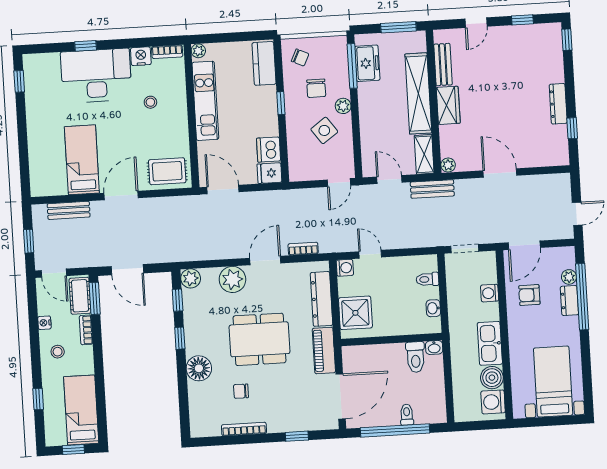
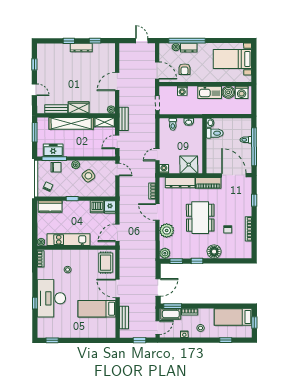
window: (567, 40) -> (69, 41), moved
nightstand: (141, 56) -> (42, 273), removed
chair: (316, 88) -> (56, 167), moved

